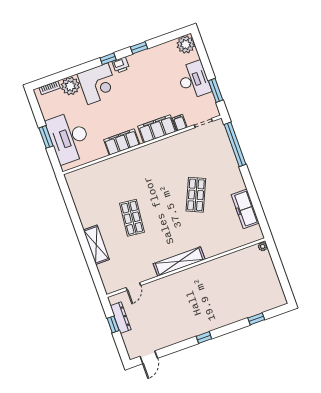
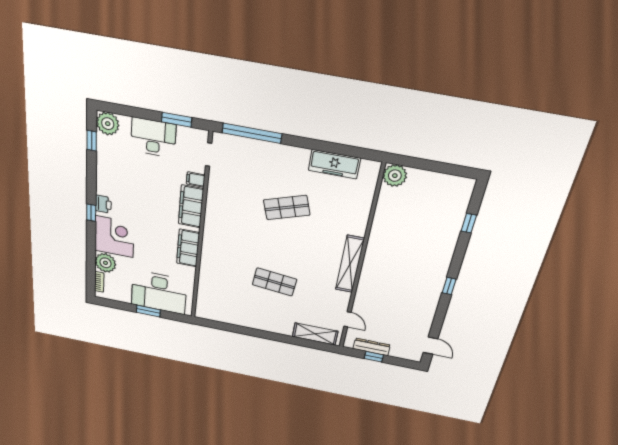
window: (139, 48) -> (92, 141), moved
shop shelf: (196, 195) -> (287, 207), turned -42
shelving: (96, 245) -> (315, 334), moved
plant: (263, 246) -> (395, 176), width x1.88, depth x1.88

